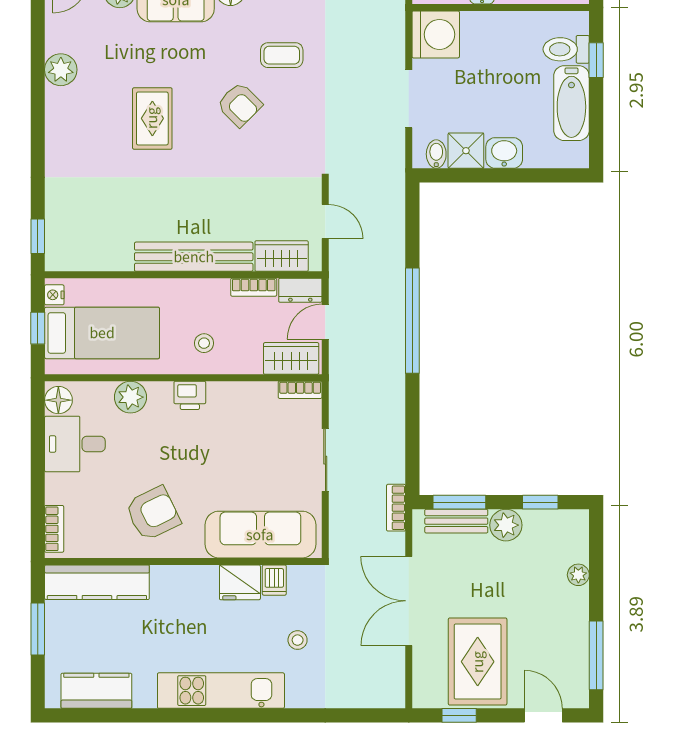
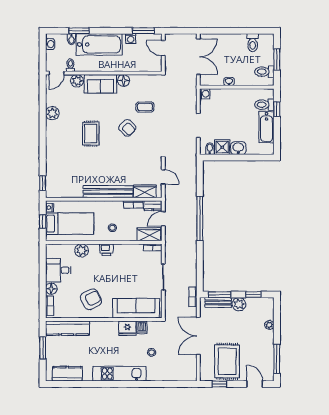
washing machine: (436, 34) -> (205, 94), width x0.53, depth x0.53
floor lamp: (58, 400) -> (51, 289), moved

